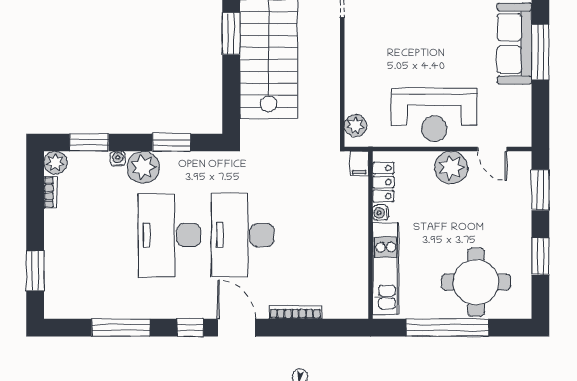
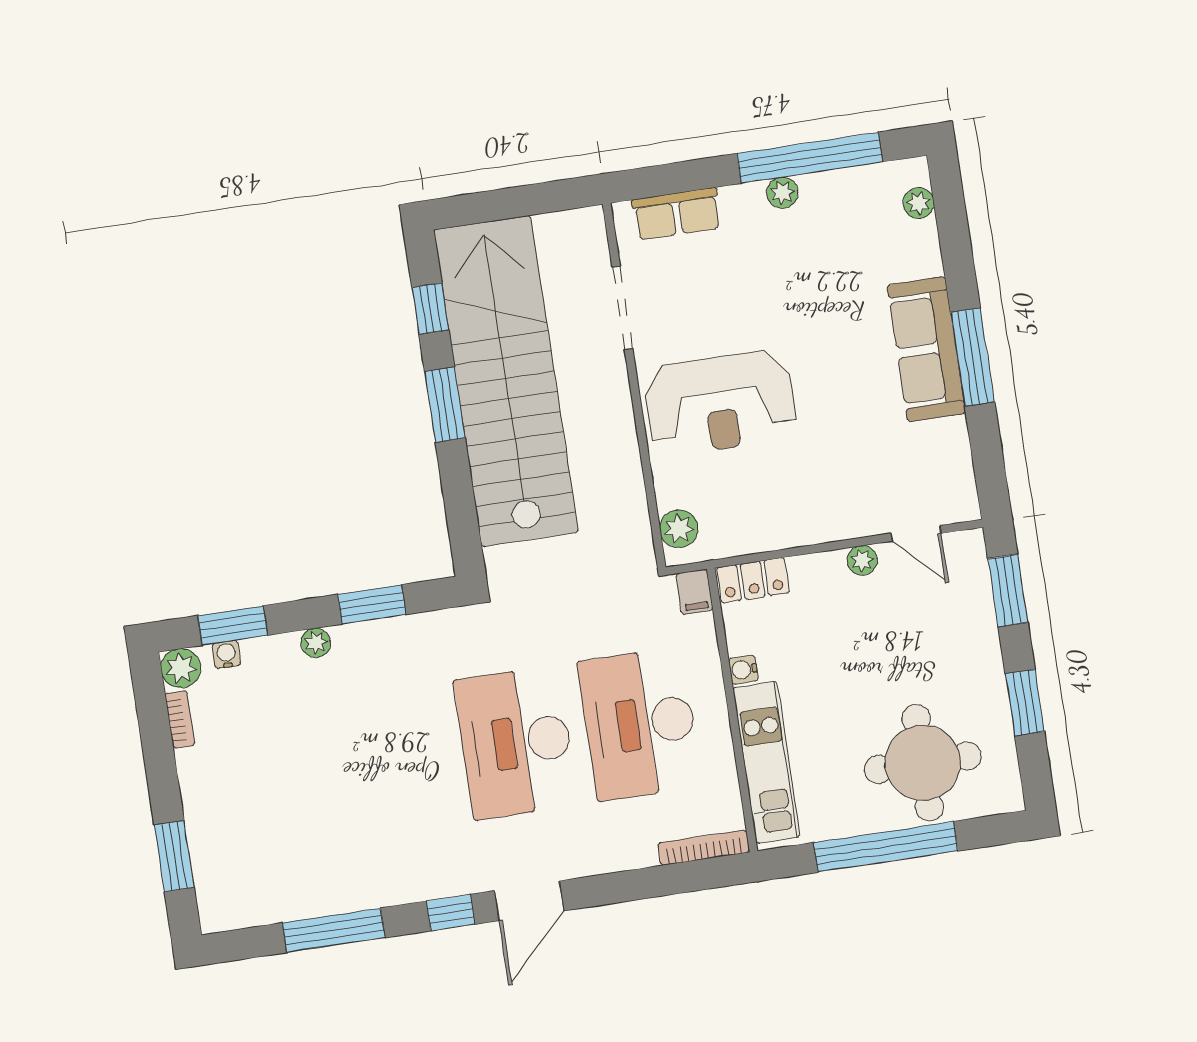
reception desk: (434, 115) -> (720, 403), moved
water cooler: (118, 159) -> (226, 654), moved
plant: (143, 167) -> (316, 643), width x0.53, depth x0.53
plant: (451, 168) -> (862, 560), width x0.53, depth x0.53
locker: (383, 182) -> (753, 580), moved, turned 90
desk: (170, 235) -> (640, 724), moved
bookcase: (295, 312) -> (704, 848), moved
door: (237, 328) -> (529, 901), swing flipped

